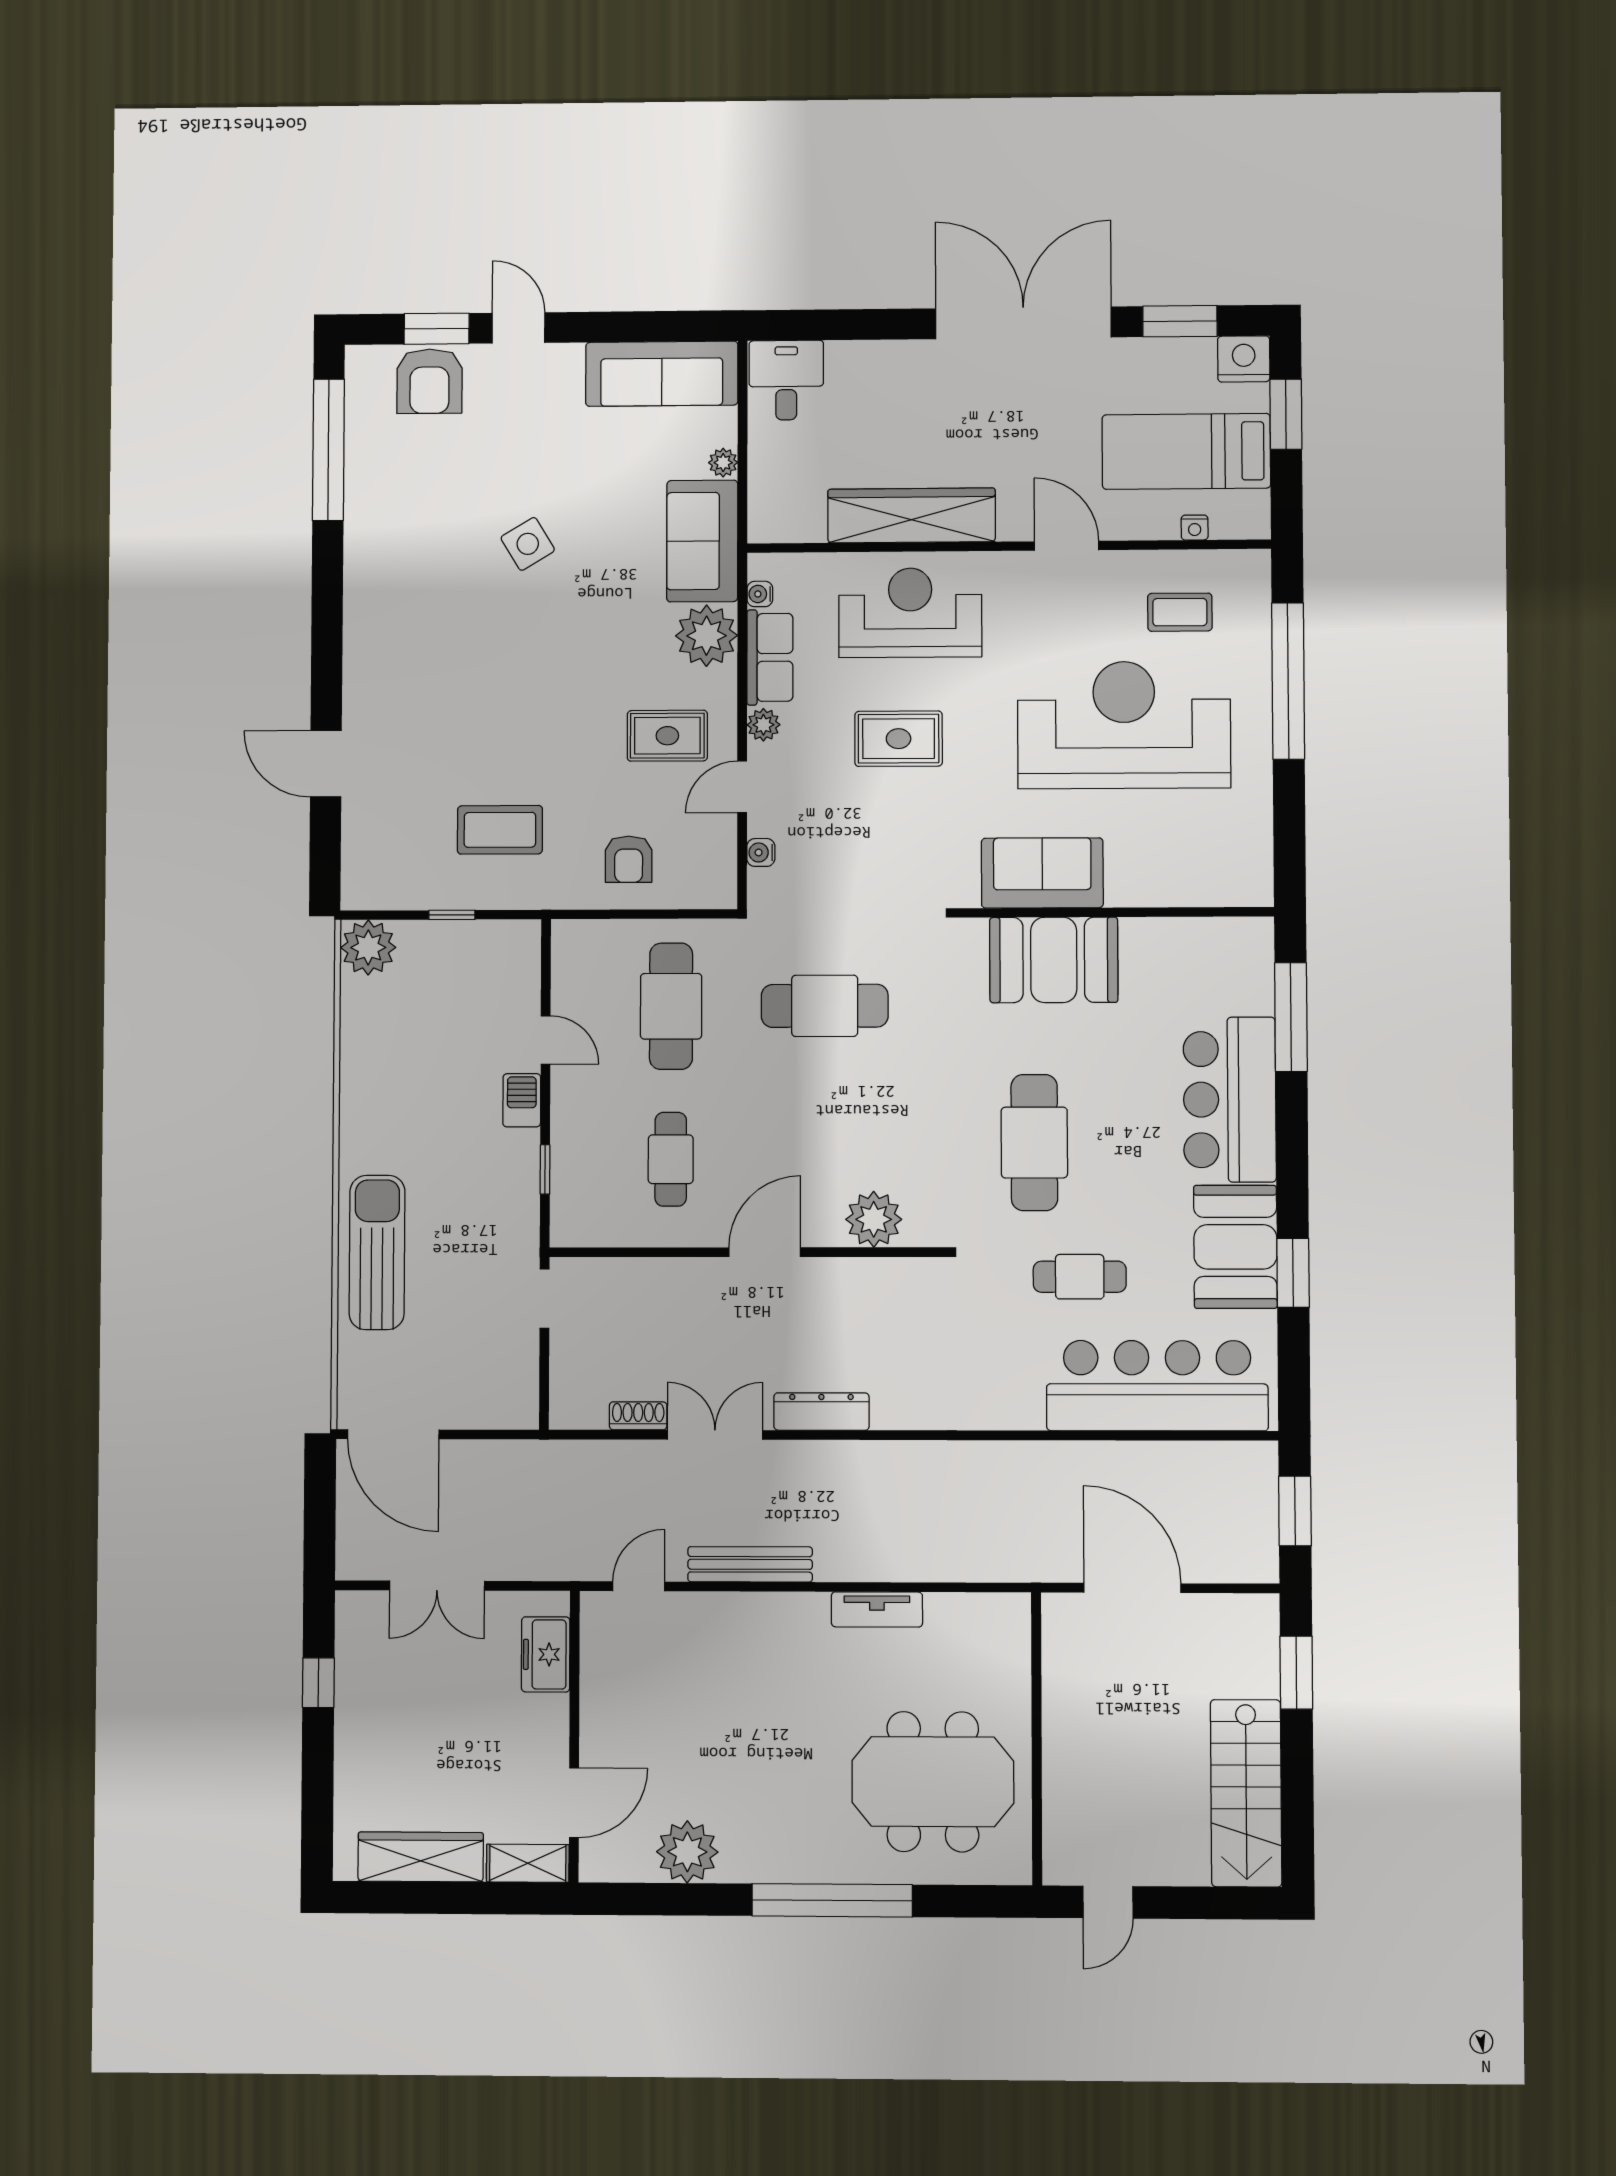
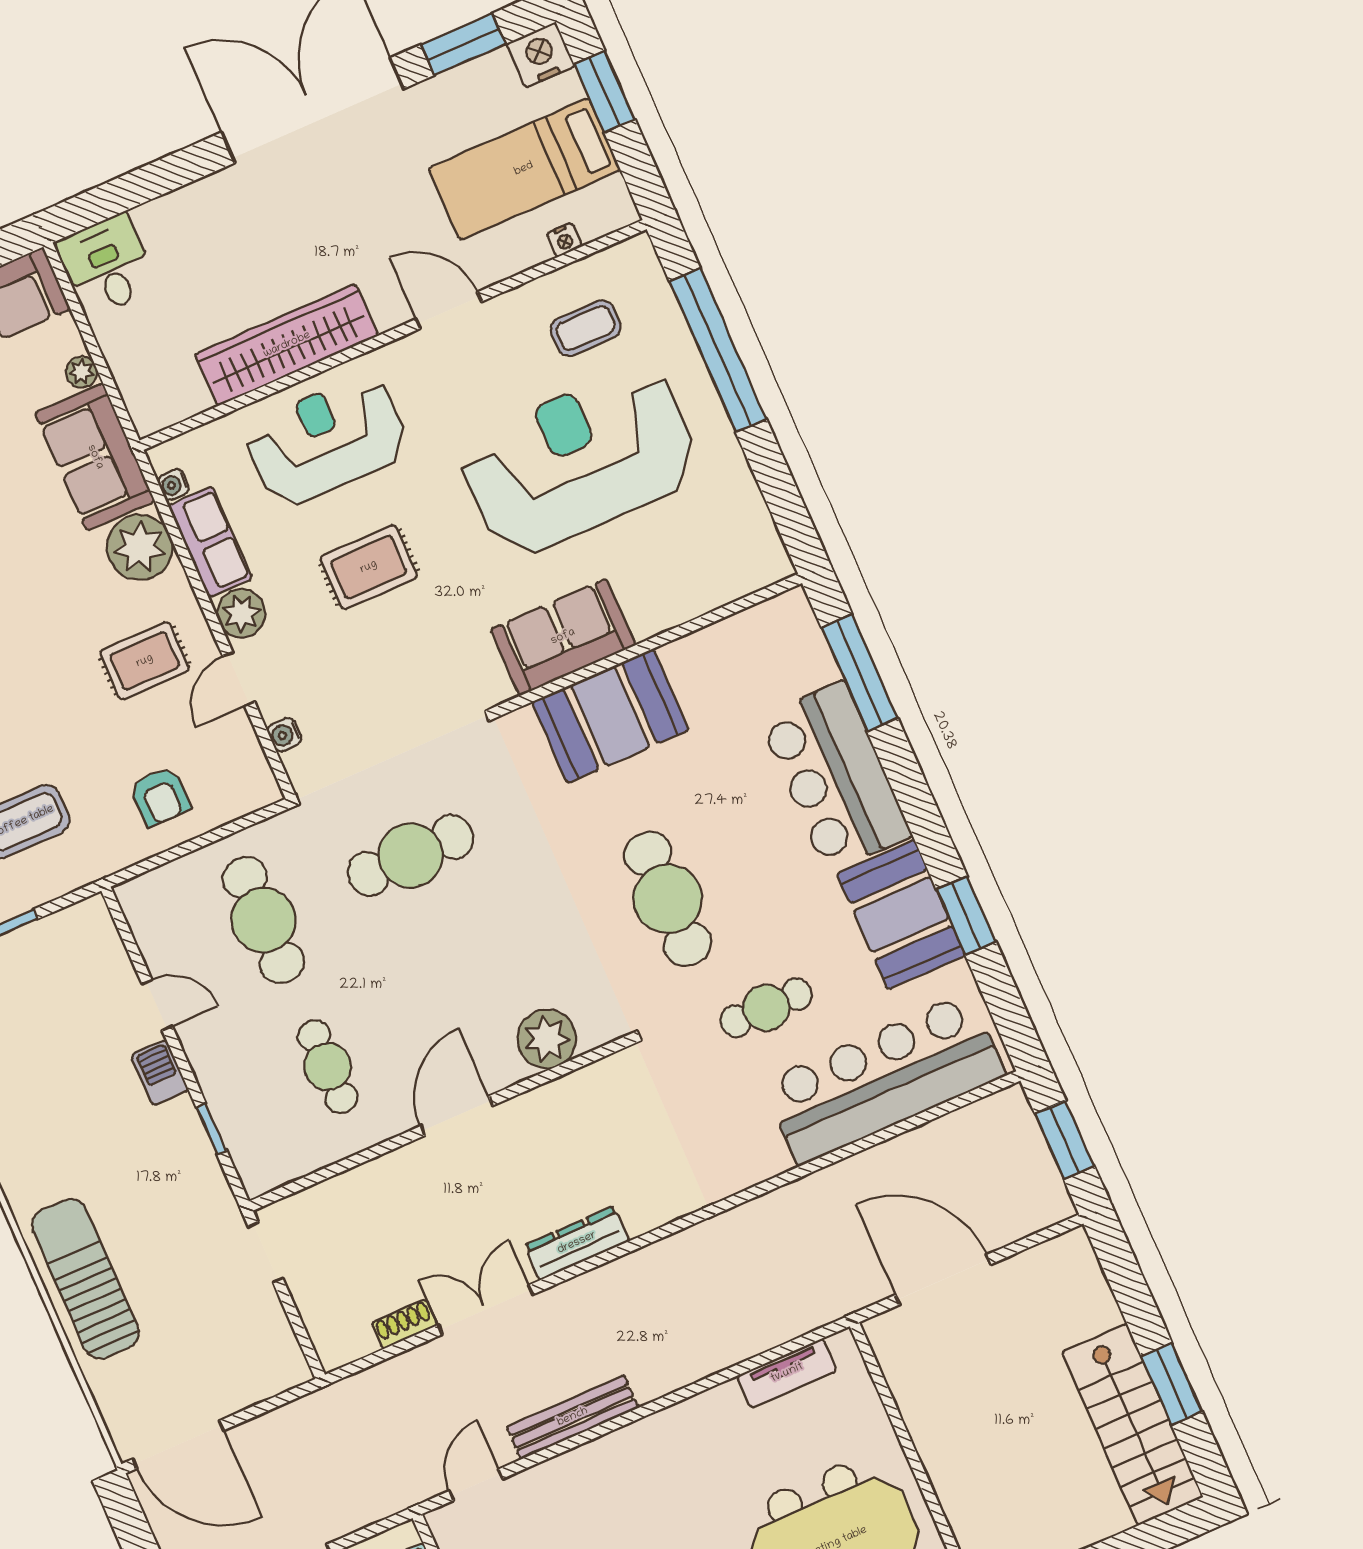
plant: (763, 725) -> (241, 613), width x1.38, depth x1.38
tv unit: (877, 1609) -> (787, 1373), moved
window: (1296, 1673) -> (1172, 1384), moved

